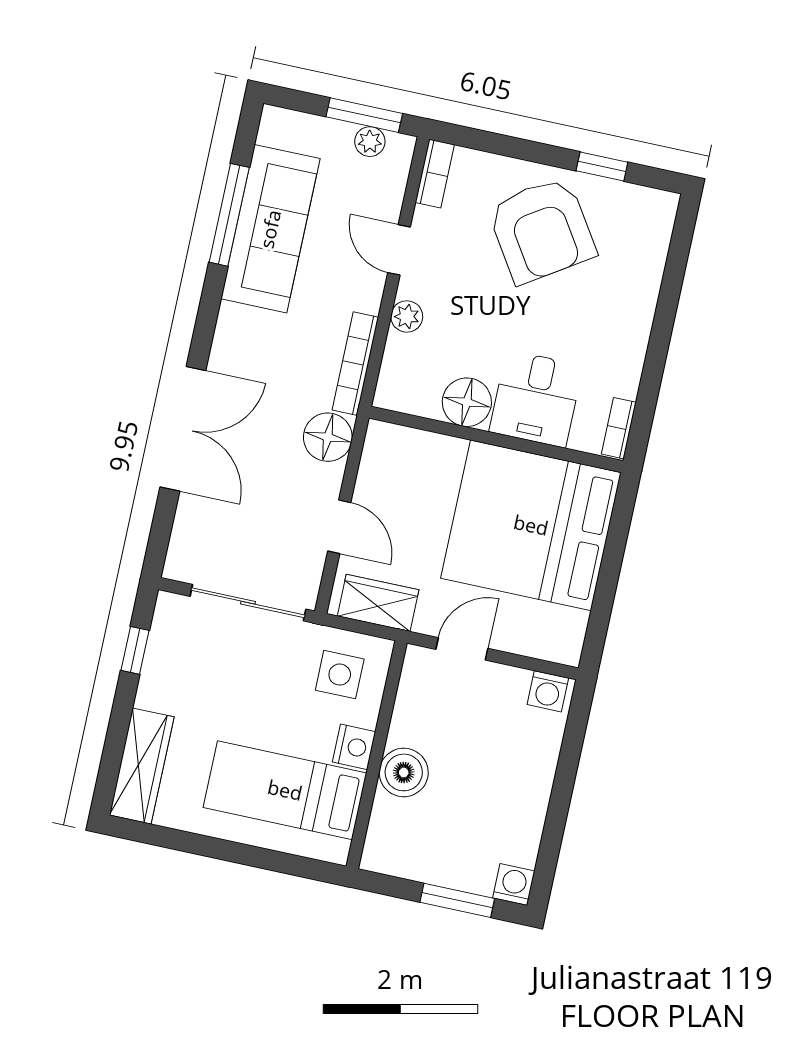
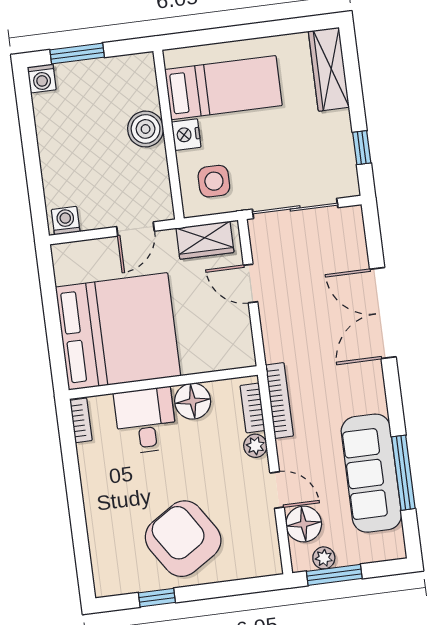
bookcase: (435, 174) -> (253, 408), moved
floor lamp: (328, 437) -> (304, 524), moved

